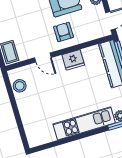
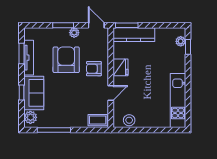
kitchen unit: (84, 123) -> (178, 101), moved

